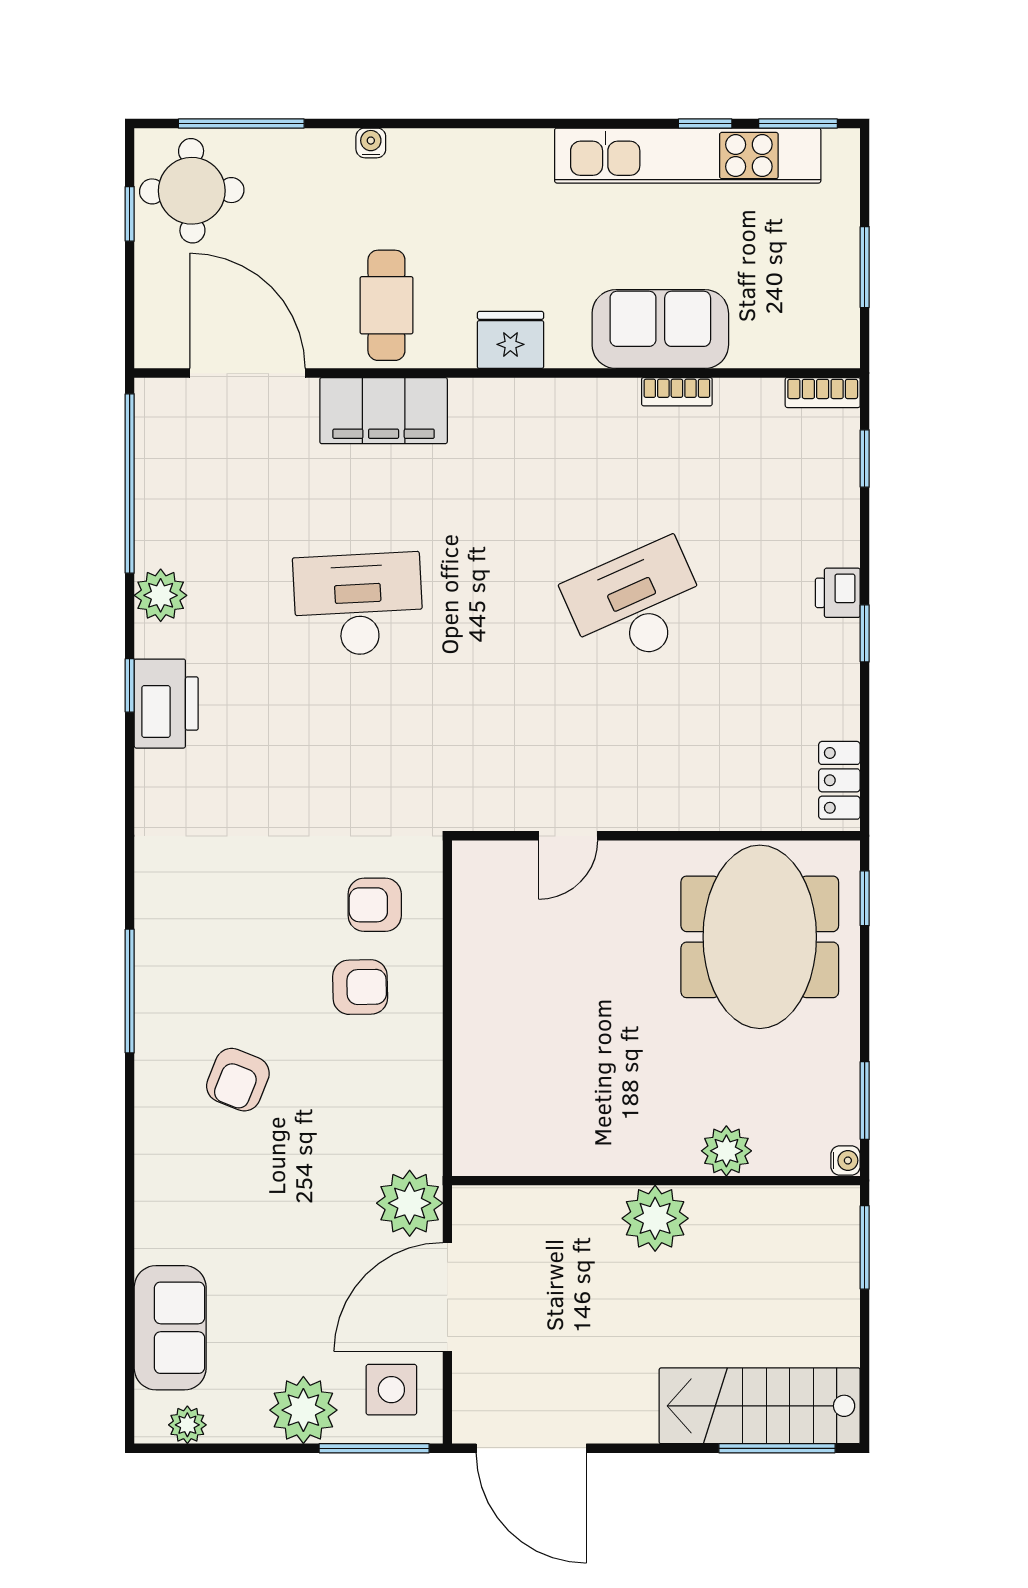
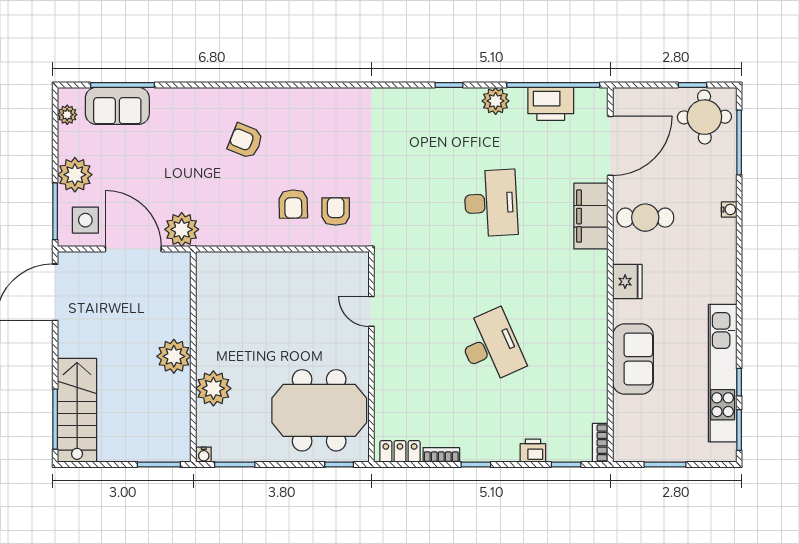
bookcase: (677, 392) -> (441, 455), moved, turned 90
printer: (838, 593) -> (533, 451), moved
printer: (166, 704) -> (551, 104), moved
window: (130, 991) -> (123, 85), moved
plant: (726, 1151) -> (213, 388), width x1.36, depth x1.36

